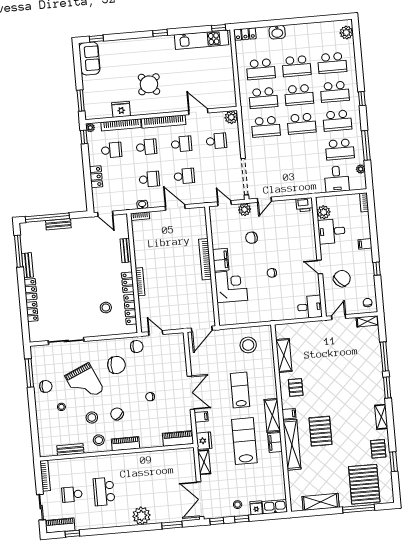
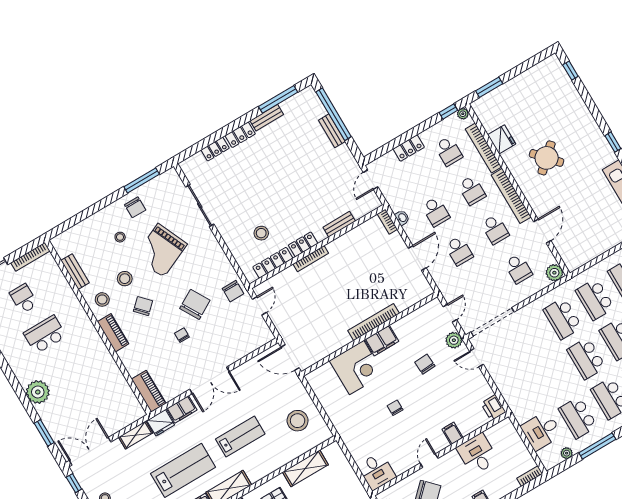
sofa: (89, 58) -> (543, 74), removed
plant: (324, 212) -> (495, 434), removed
filing cabinet: (309, 242) -> (452, 433), added
chair: (116, 365) -> (195, 304), moved, turned -120
filing cabinet: (201, 417) -> (182, 409), width x2.00

